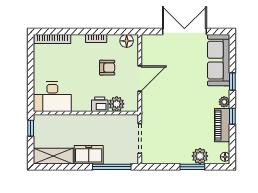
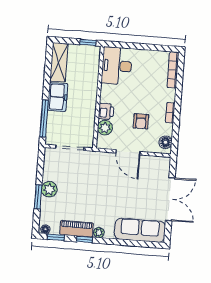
window: (232, 81) -> (56, 237), moved
plant: (200, 156) -> (49, 189), moved

